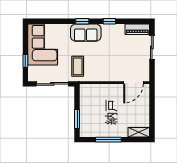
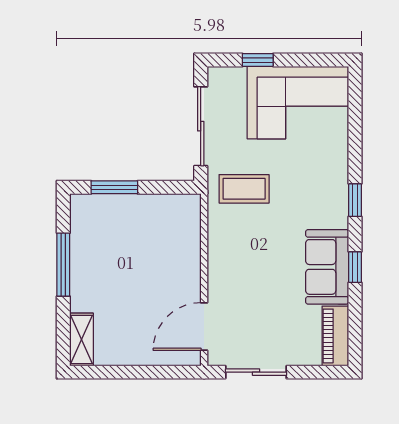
sofa: (86, 33) -> (327, 267), moved
sliding door: (152, 47) -> (256, 372), moved
door: (133, 83) -> (204, 326), hinge flipped

